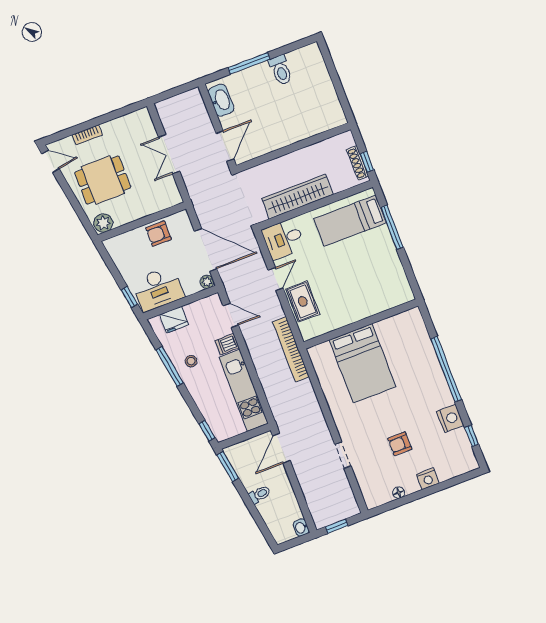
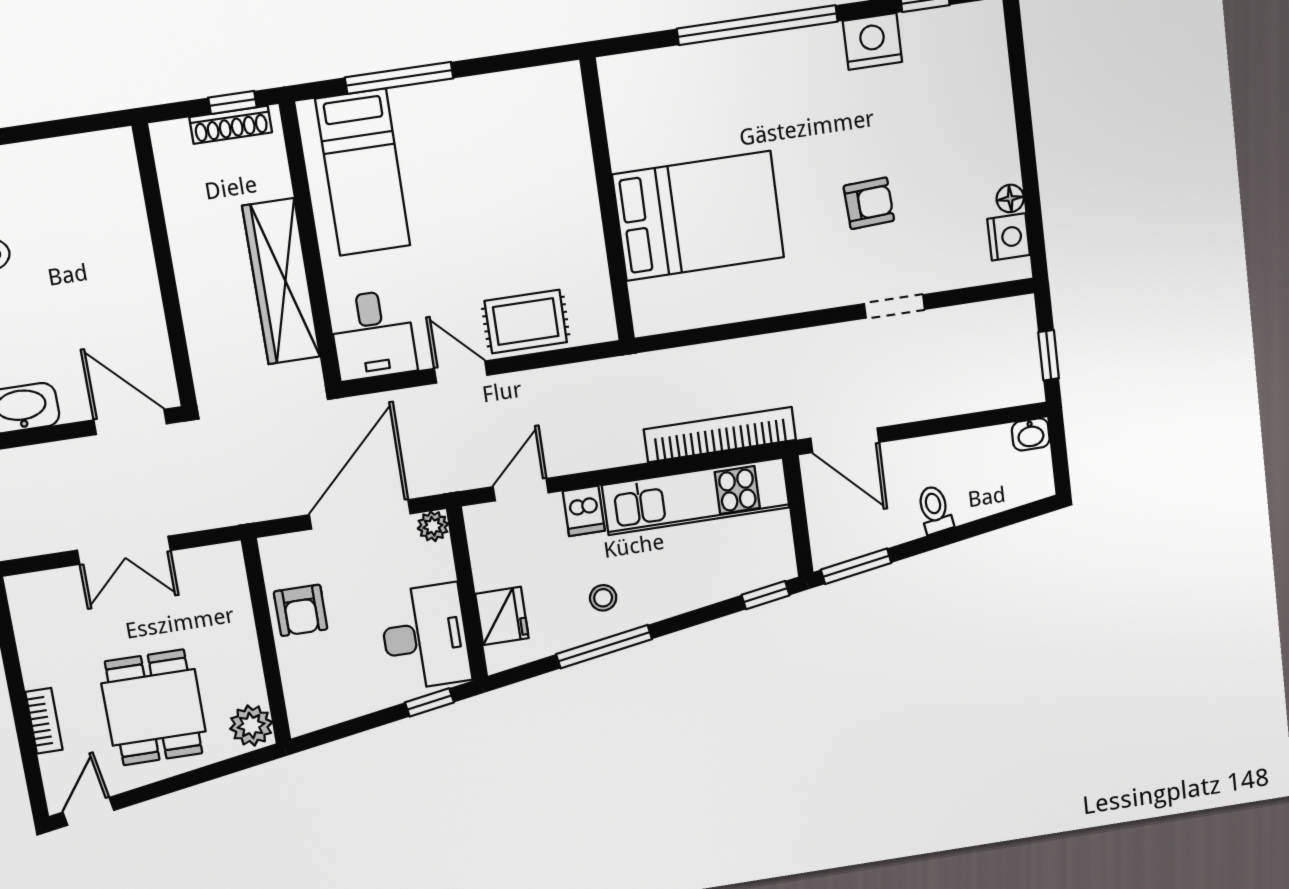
bookcase: (291, 349) -> (720, 435), moved, turned 180
armchair: (400, 444) -> (869, 203), moved, turned -93
nightstand: (428, 479) -> (1009, 237), moved

